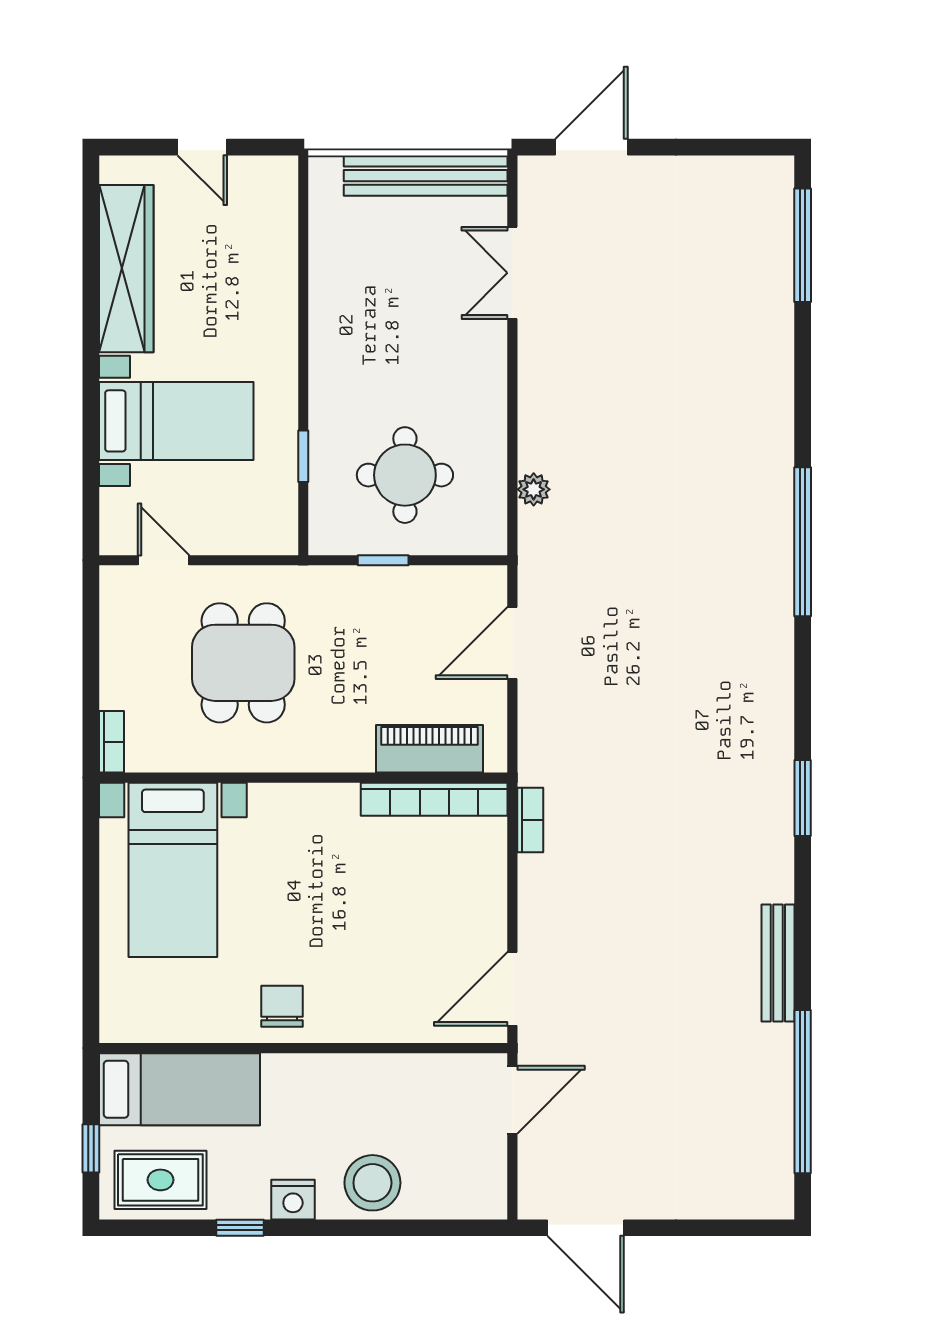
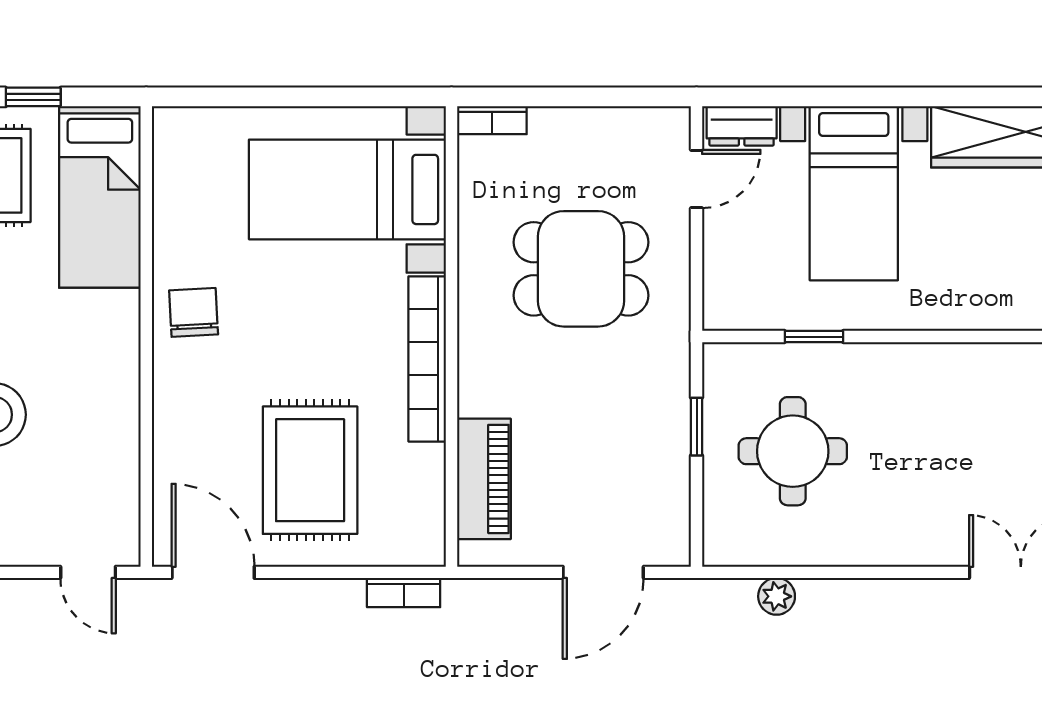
dresser: (117, 520) -> (742, 126), added
door: (512, 643) -> (603, 572), swing flipped
bookcase: (434, 799) -> (427, 359), moved
rug: (422, 903) -> (310, 470), added
chair: (282, 1006) -> (194, 312), turned -93
door: (512, 1100) -> (88, 572), width x0.73

